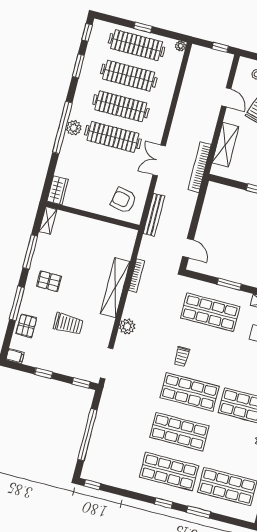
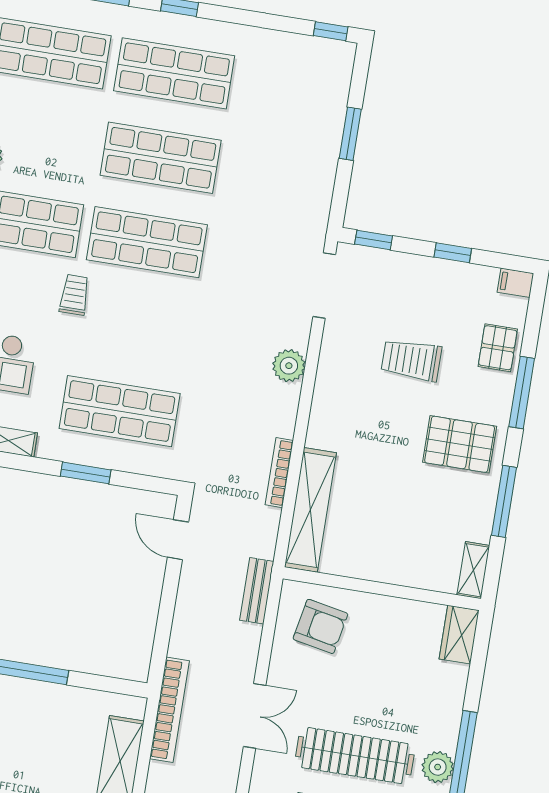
bench: (154, 215) -> (257, 591), width x0.73
pallet: (49, 281) -> (460, 444), width x1.50, depth x1.42
shelving: (115, 288) -> (310, 510), moved
trolley: (182, 357) -> (74, 295), moved
window: (87, 435) -> (350, 134), width x0.47

